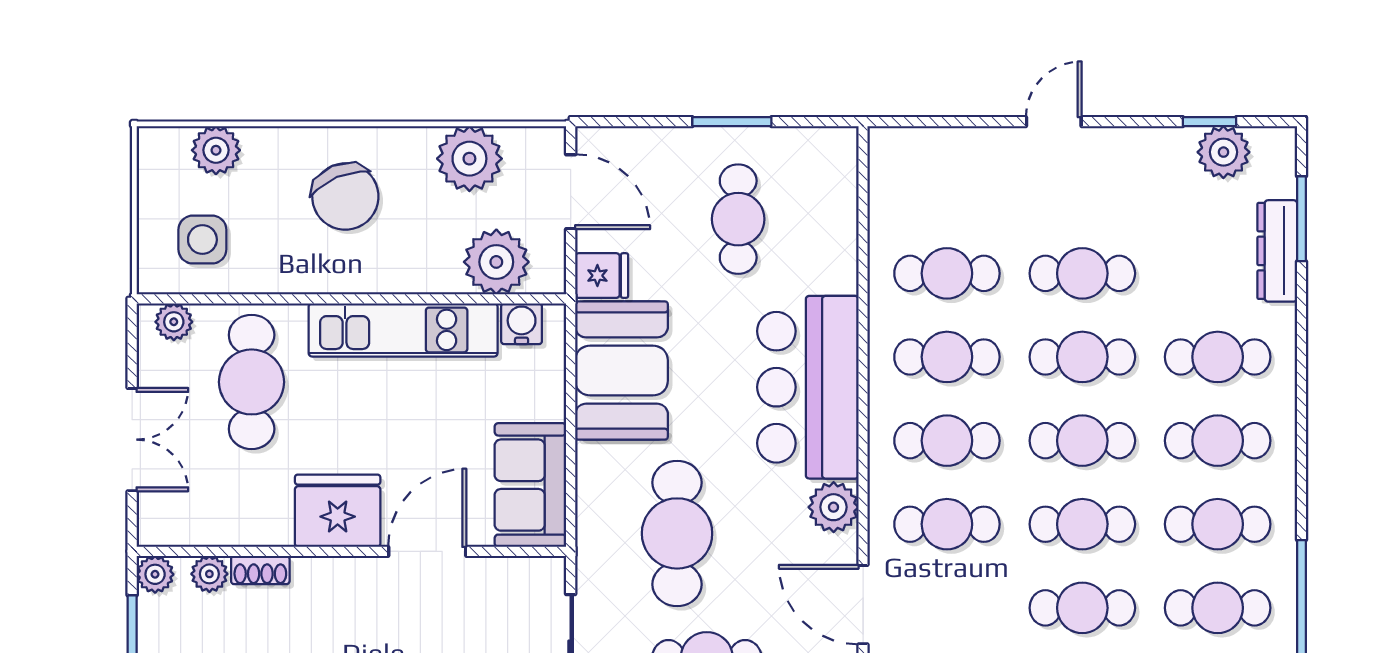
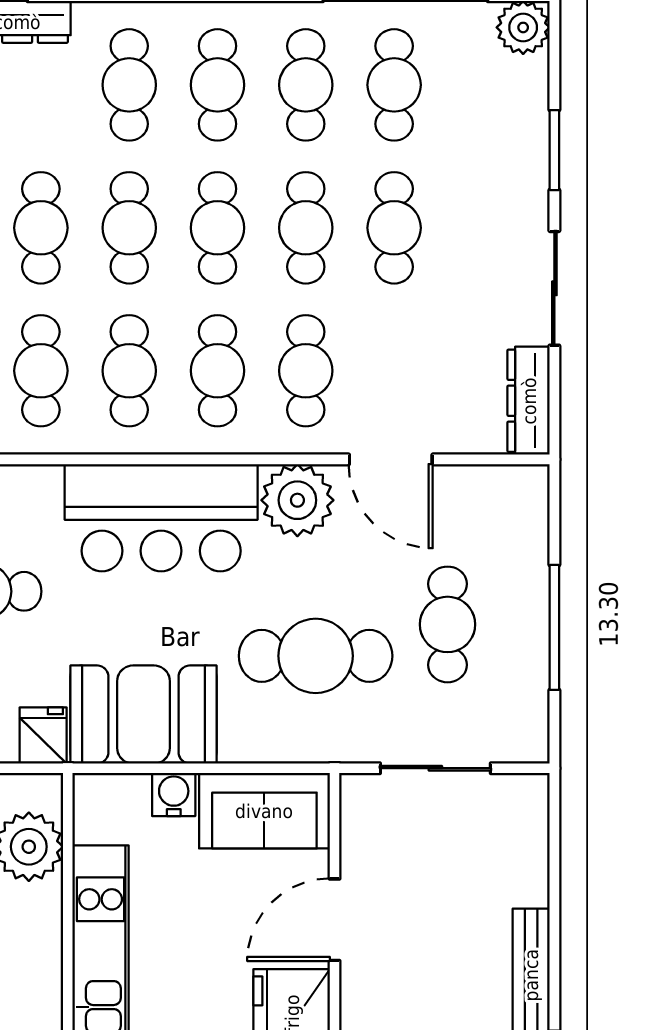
water cooler: (522, 324) -> (174, 794), moved, turned 90
plant: (834, 507) -> (297, 500), width x1.36, depth x1.36
door: (427, 551) -> (334, 920), hinge flipped
door: (863, 605) -> (391, 459), hinge flipped

